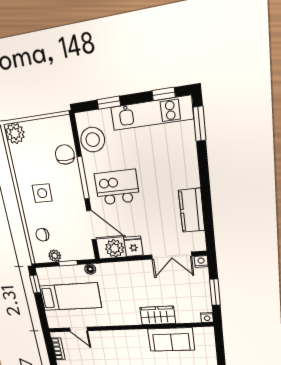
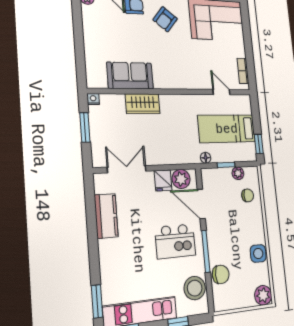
chair: (65, 155) -> (221, 274), turned -90
side table: (42, 193) -> (258, 254), moved
nightstand: (201, 261) -> (98, 162), removed

